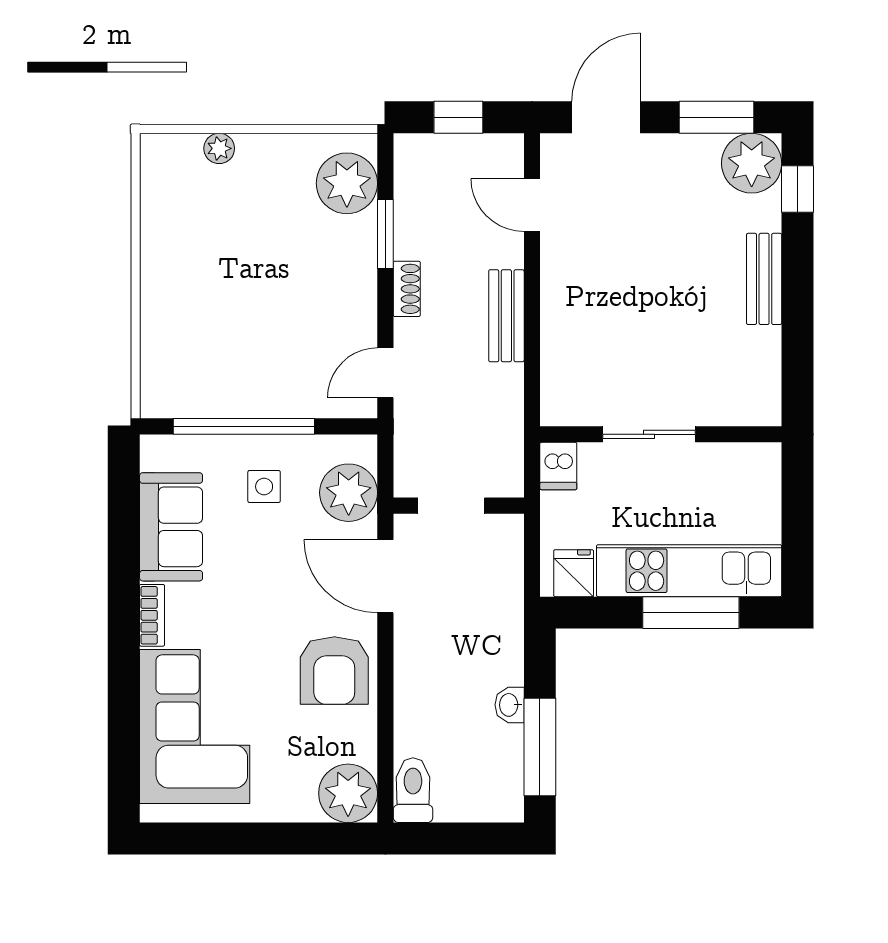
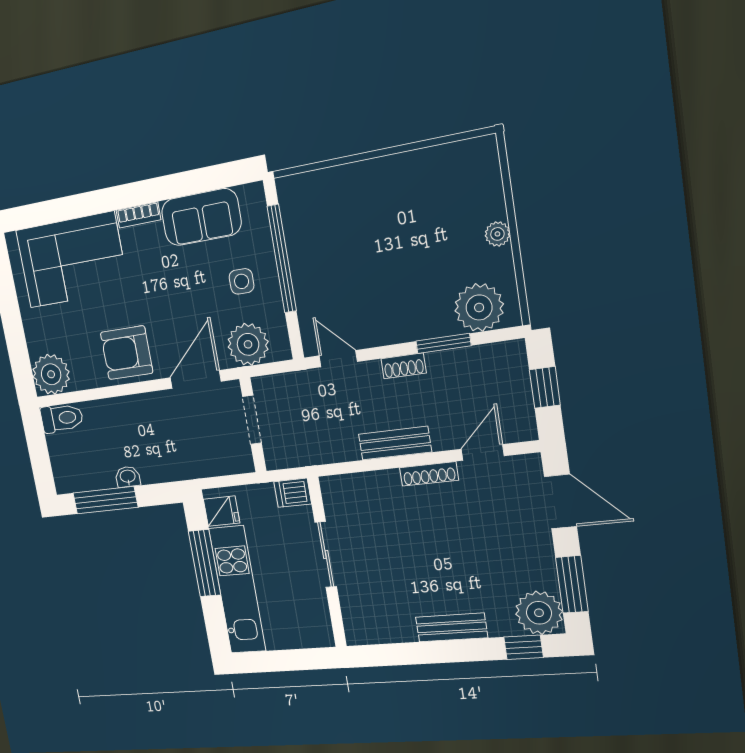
plant: (219, 148) -> (497, 234), moved
shoe rack: (552, 277) -> (429, 474), added
window: (691, 613) -> (204, 563), moved

